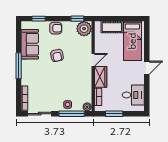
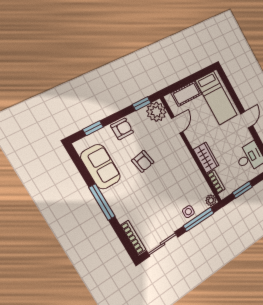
door: (93, 60) -> (177, 125), moved

